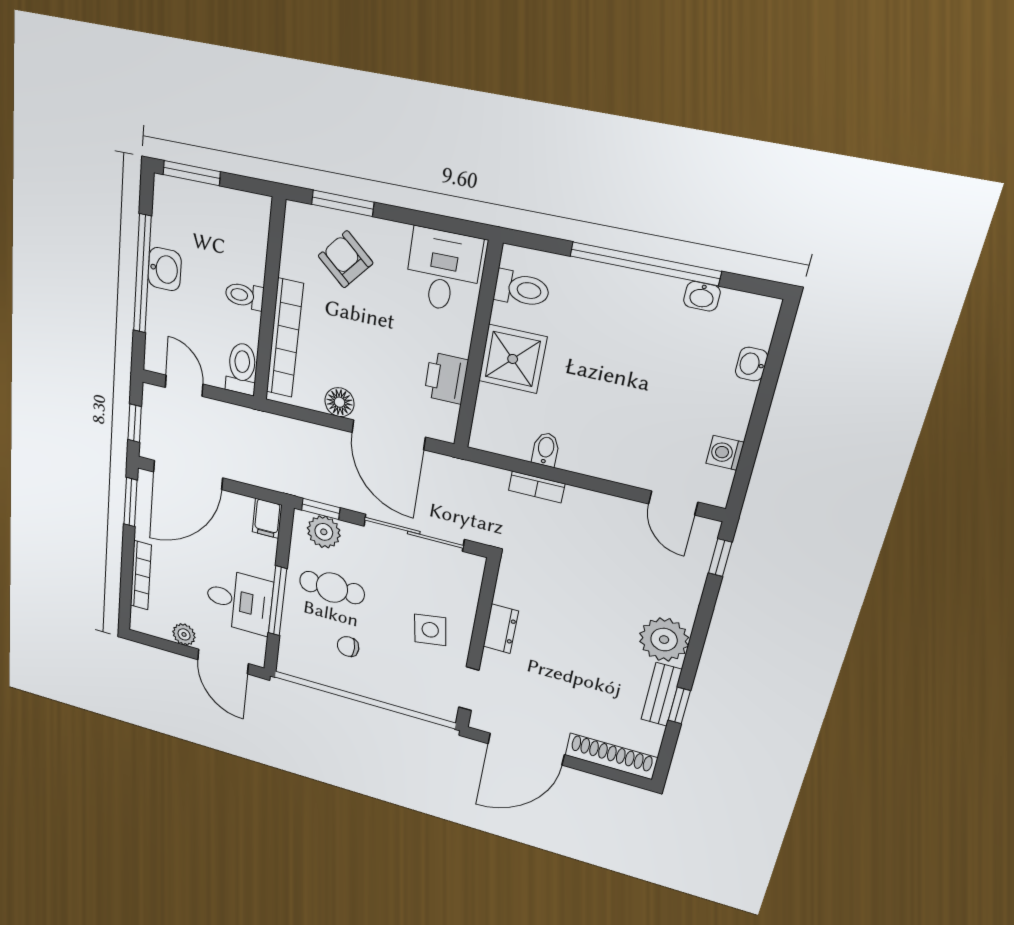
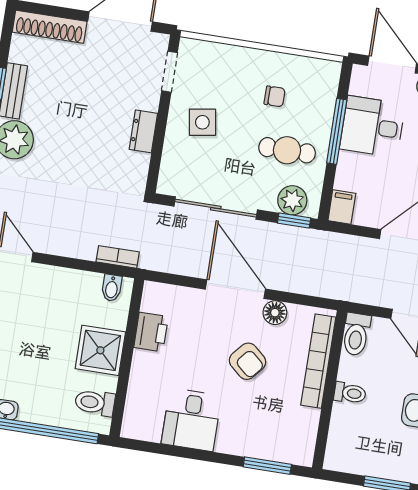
armchair: (346, 259) -> (247, 361), moved
toilet: (522, 289) -> (95, 403), moved
wall: (478, 347) -> (127, 358), moved
shower: (513, 359) -> (100, 350), moved
printer: (446, 378) -> (151, 332), moved

